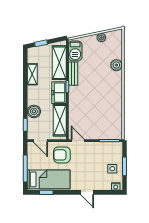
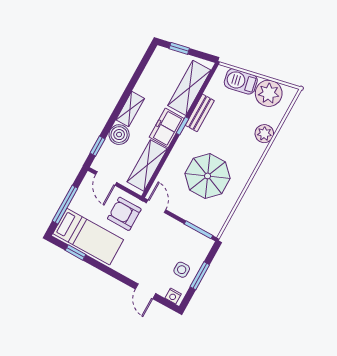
plant: (101, 38) -> (269, 93), width x1.87, depth x1.87
barbecue: (75, 51) -> (241, 81), moved, turned 78
shelving: (32, 74) -> (130, 109), moved
parasol: (97, 107) -> (208, 176), added
door: (87, 192) -> (145, 291), moved

